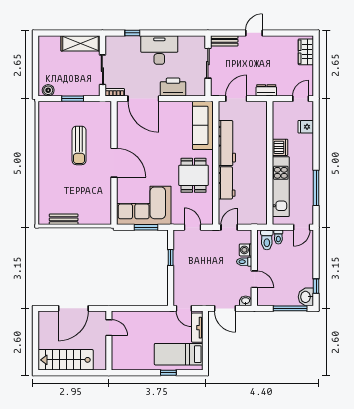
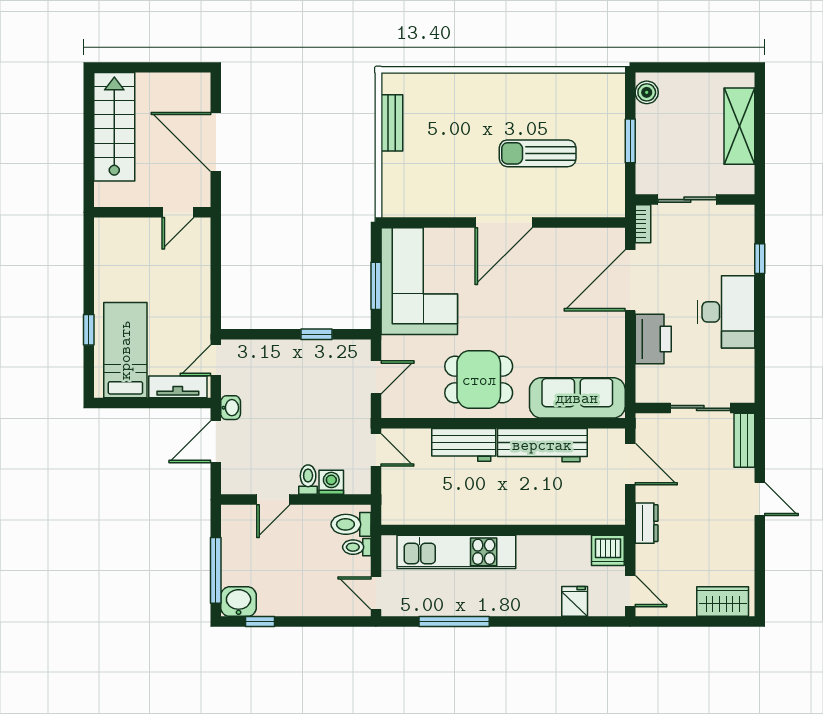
shelving: (80, 43) -> (739, 126), moved
dishwasher: (280, 147) -> (608, 550), moved
washbasin: (246, 301) -> (231, 408), moved

